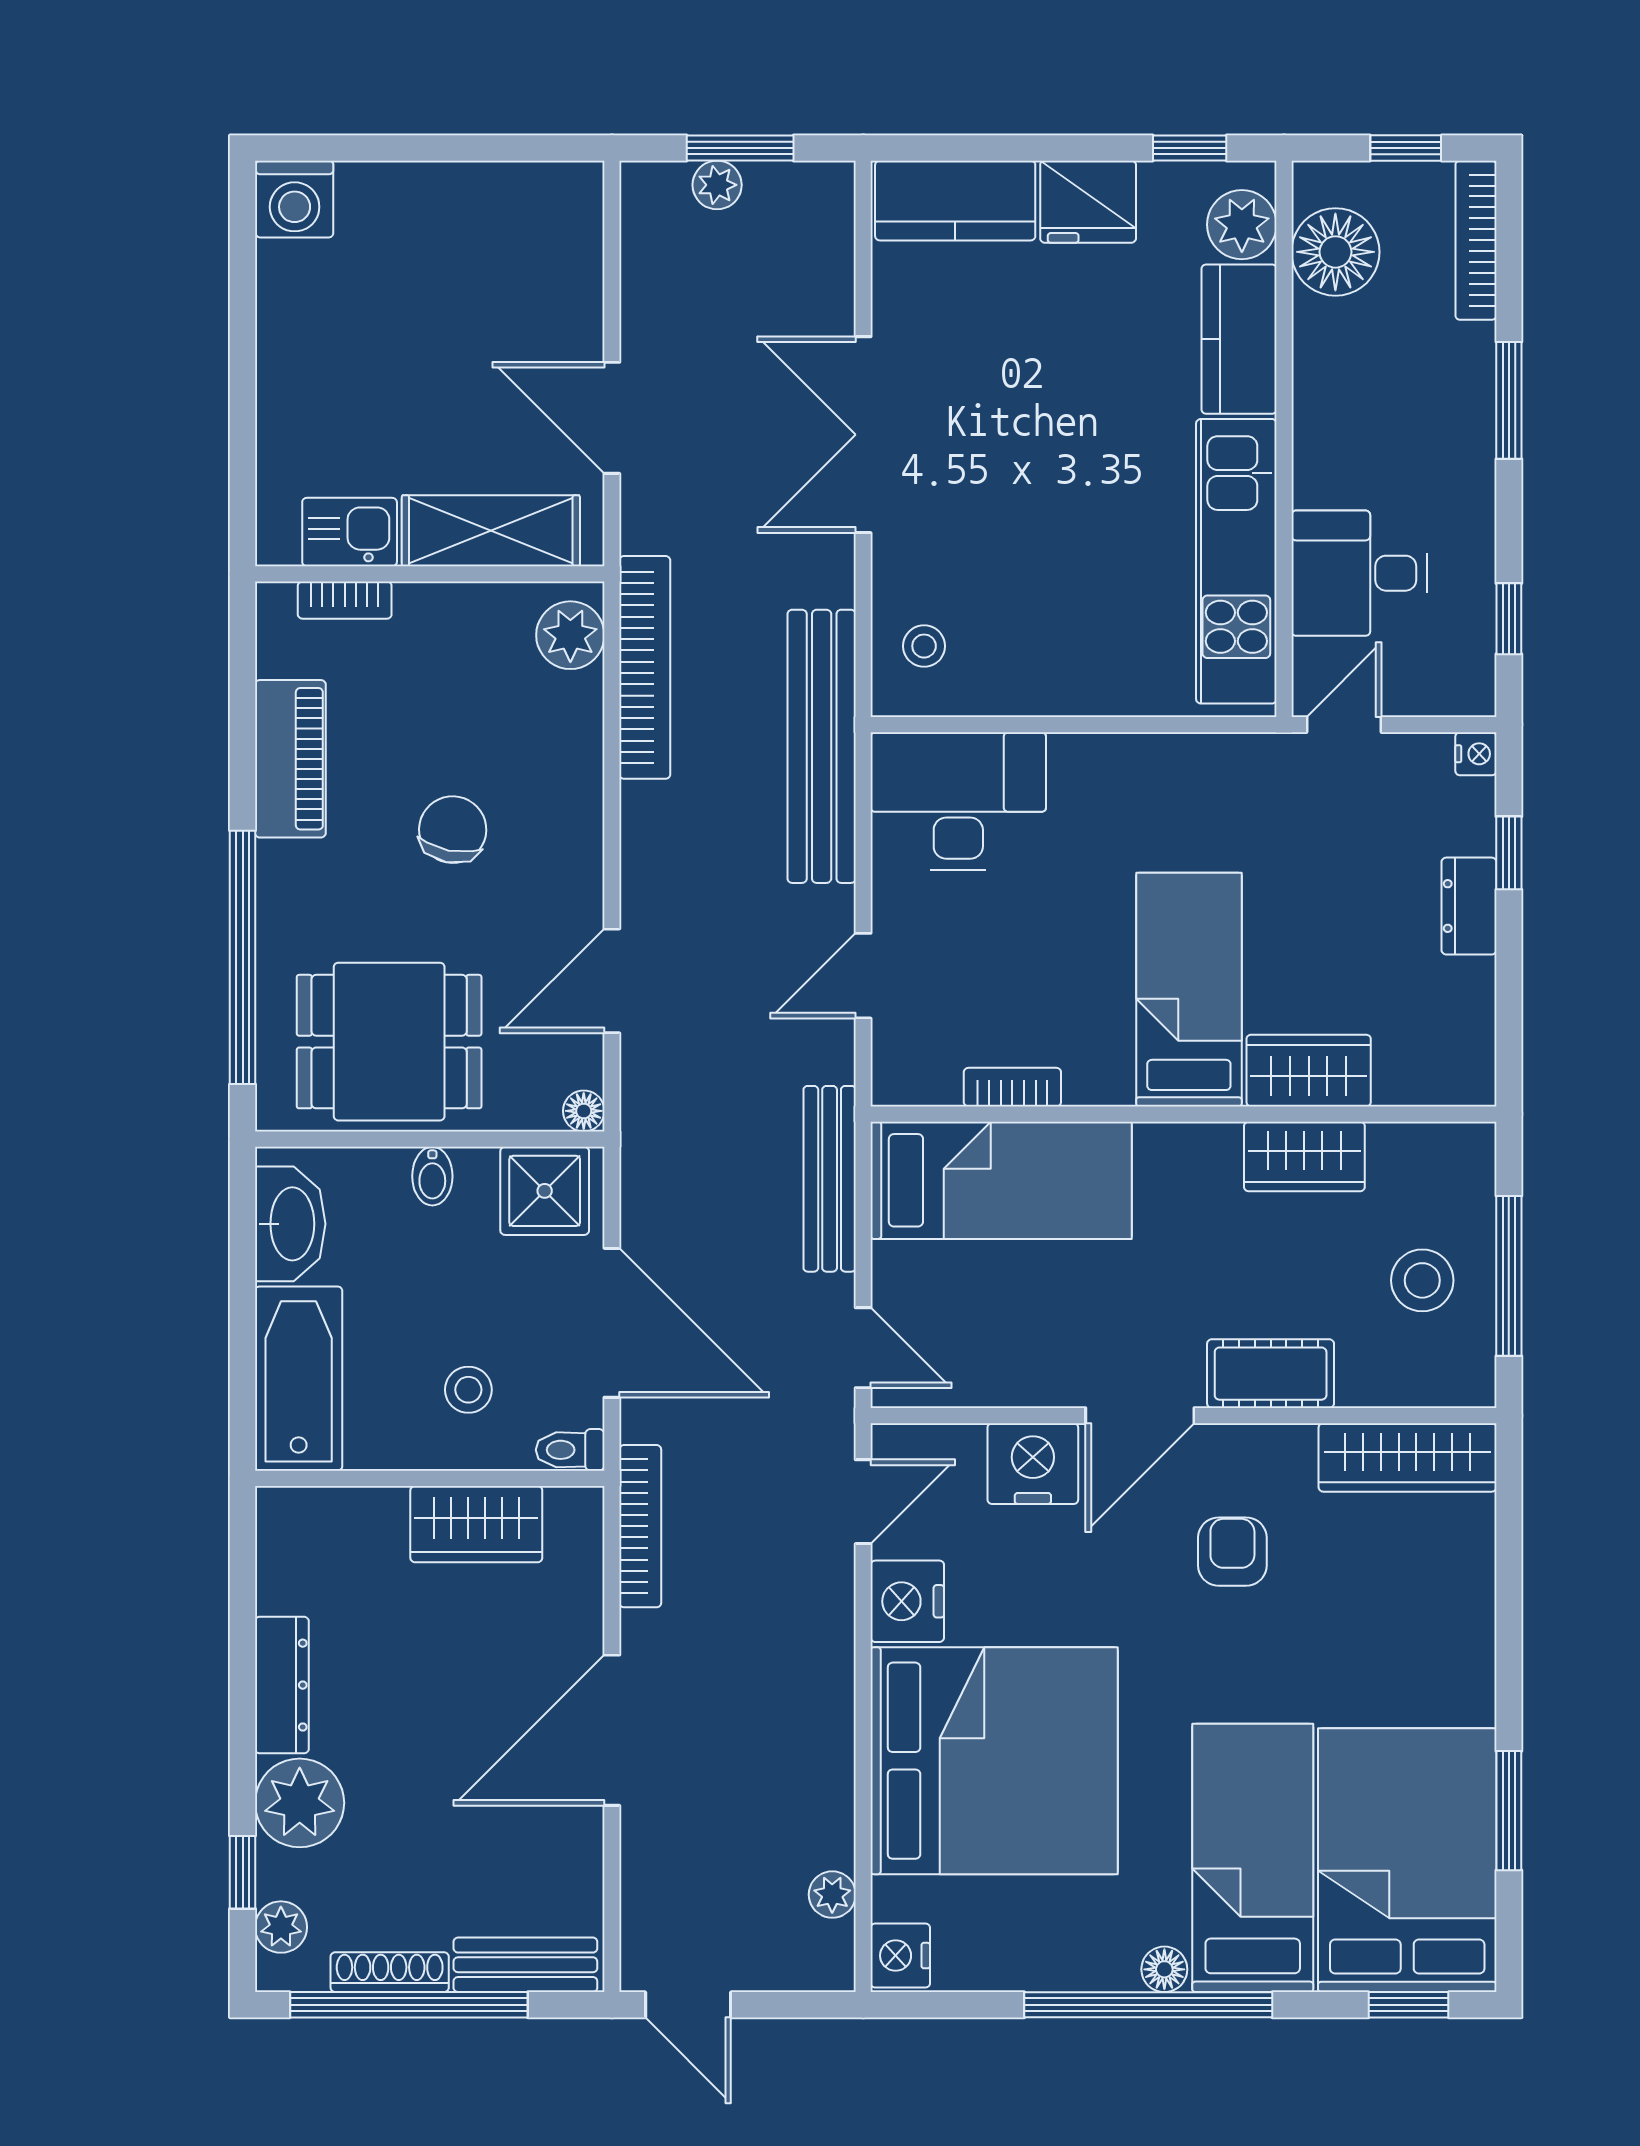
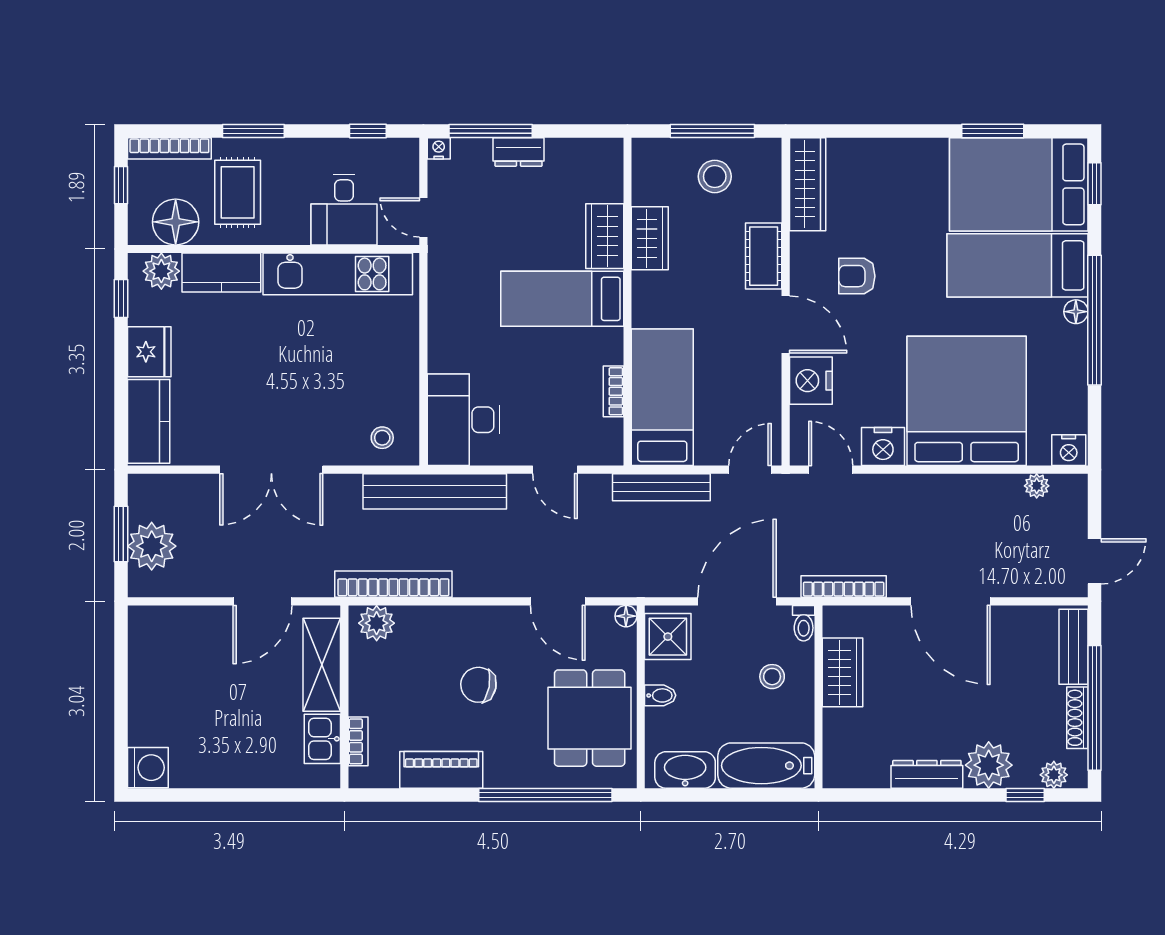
plant: (717, 185) -> (152, 546), width x1.88, depth x1.88
rug: (1392, 370) -> (238, 192), added
window: (1509, 853) -> (491, 131), width x2.17

